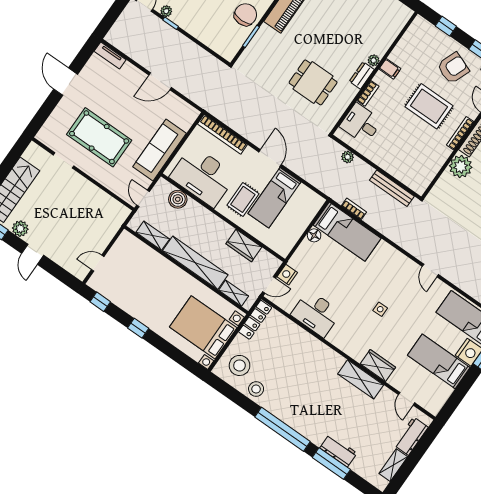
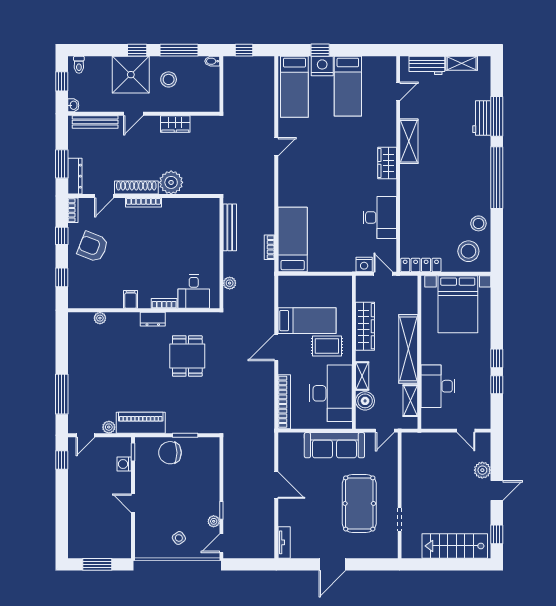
plant: (374, 60) -> (100, 318), moved
rug: (429, 106) -> (139, 244), removed
plant: (20, 229) -> (482, 470), moved
floor lamp: (314, 235) -> (315, 265), removed
wardrobe: (244, 245) -> (365, 326), width x1.50
desk: (149, 266) -> (438, 386), added
shelving: (234, 293) -> (362, 376), moved
window: (100, 302) -> (497, 385), moved
side table: (380, 309) -> (338, 166), removed
wardrobe: (378, 366) -> (387, 163), moved

